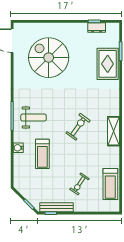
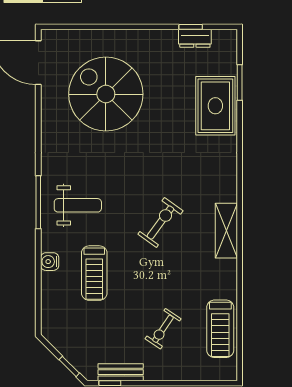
bench: (57, 207) -> (121, 372), width x0.73

